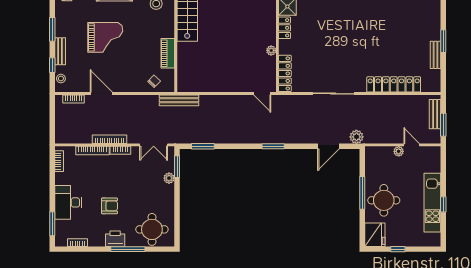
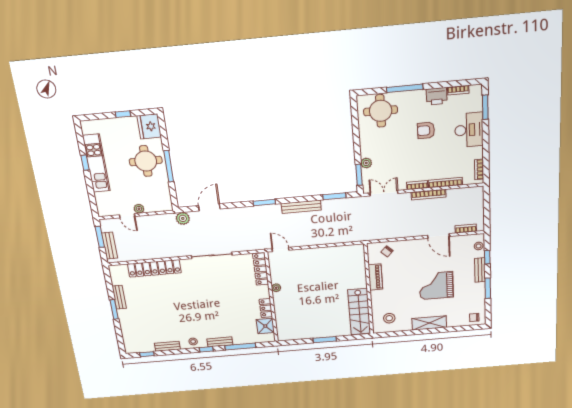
bench: (179, 100) -> (301, 207), moved
printer: (115, 239) -> (437, 96), moved

